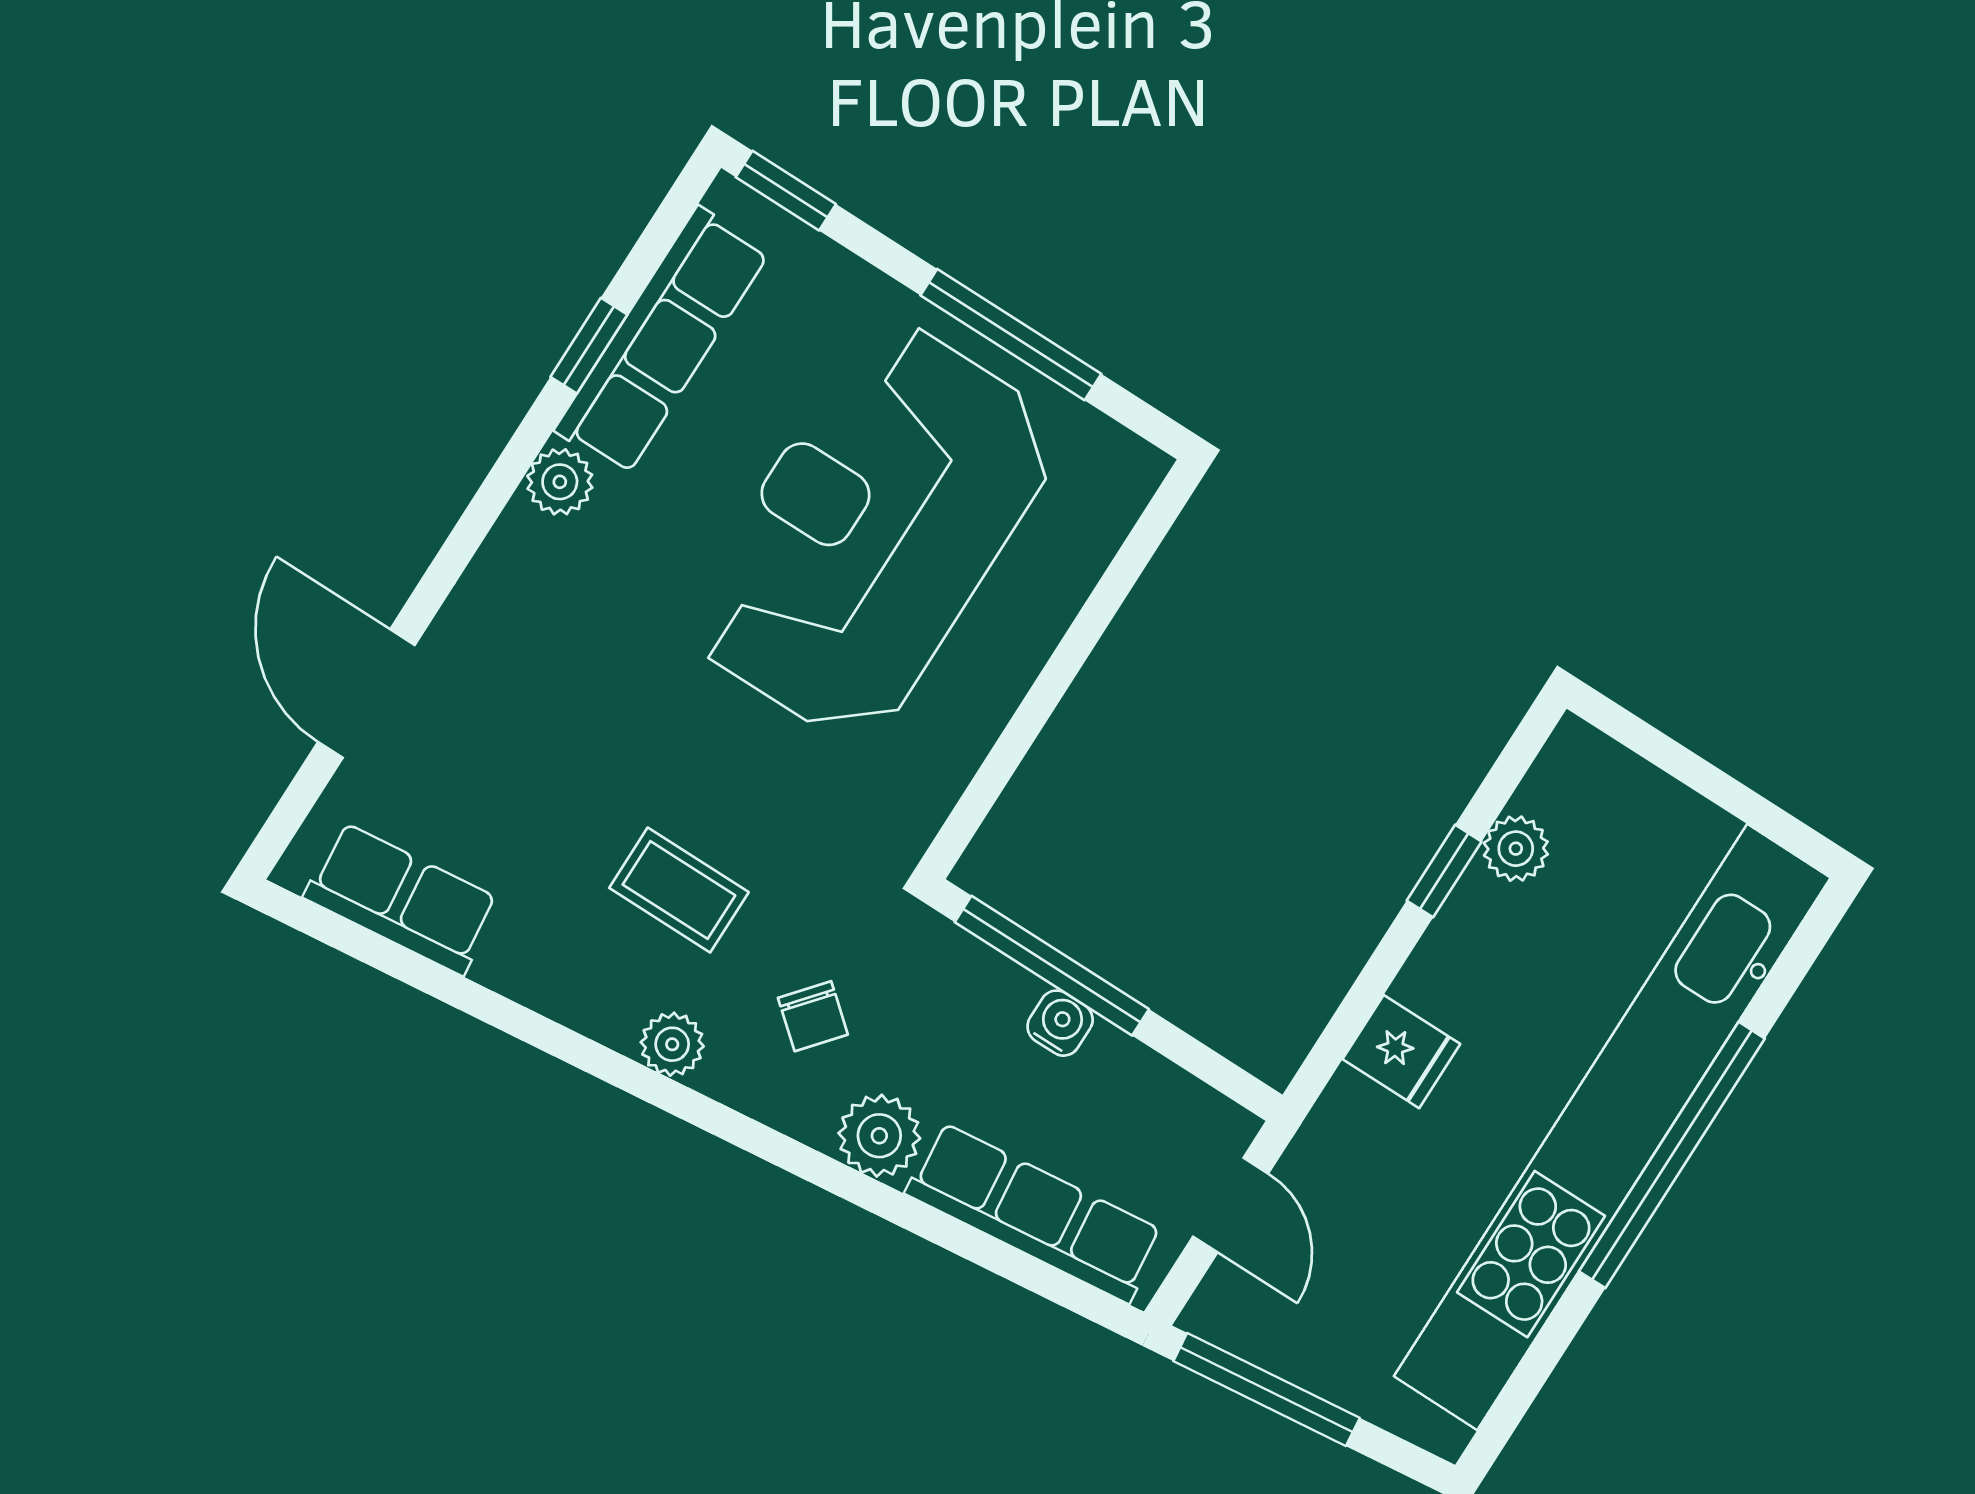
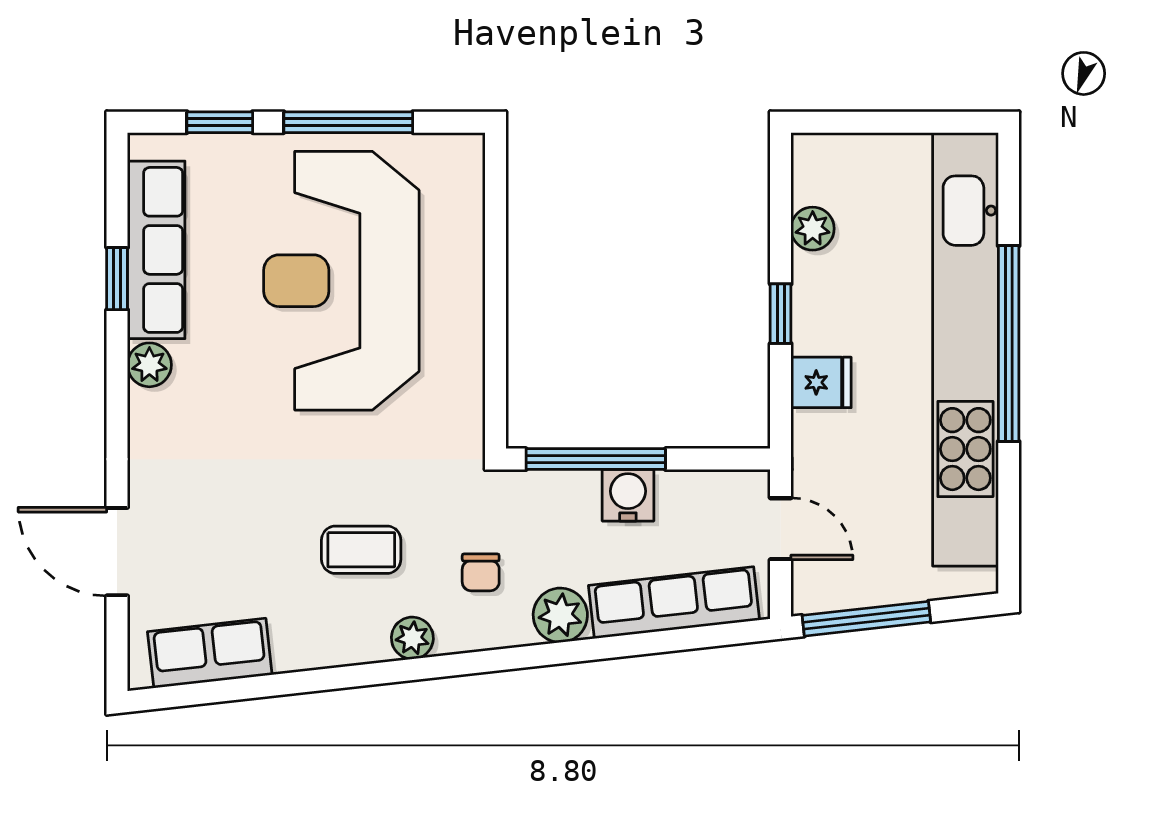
window: (786, 191) -> (220, 122), moved
window: (1444, 871) -> (781, 314), moved
chair: (813, 1016) -> (481, 572), turned 50
water cooler: (1060, 1023) -> (628, 495), width x1.38, depth x1.38

